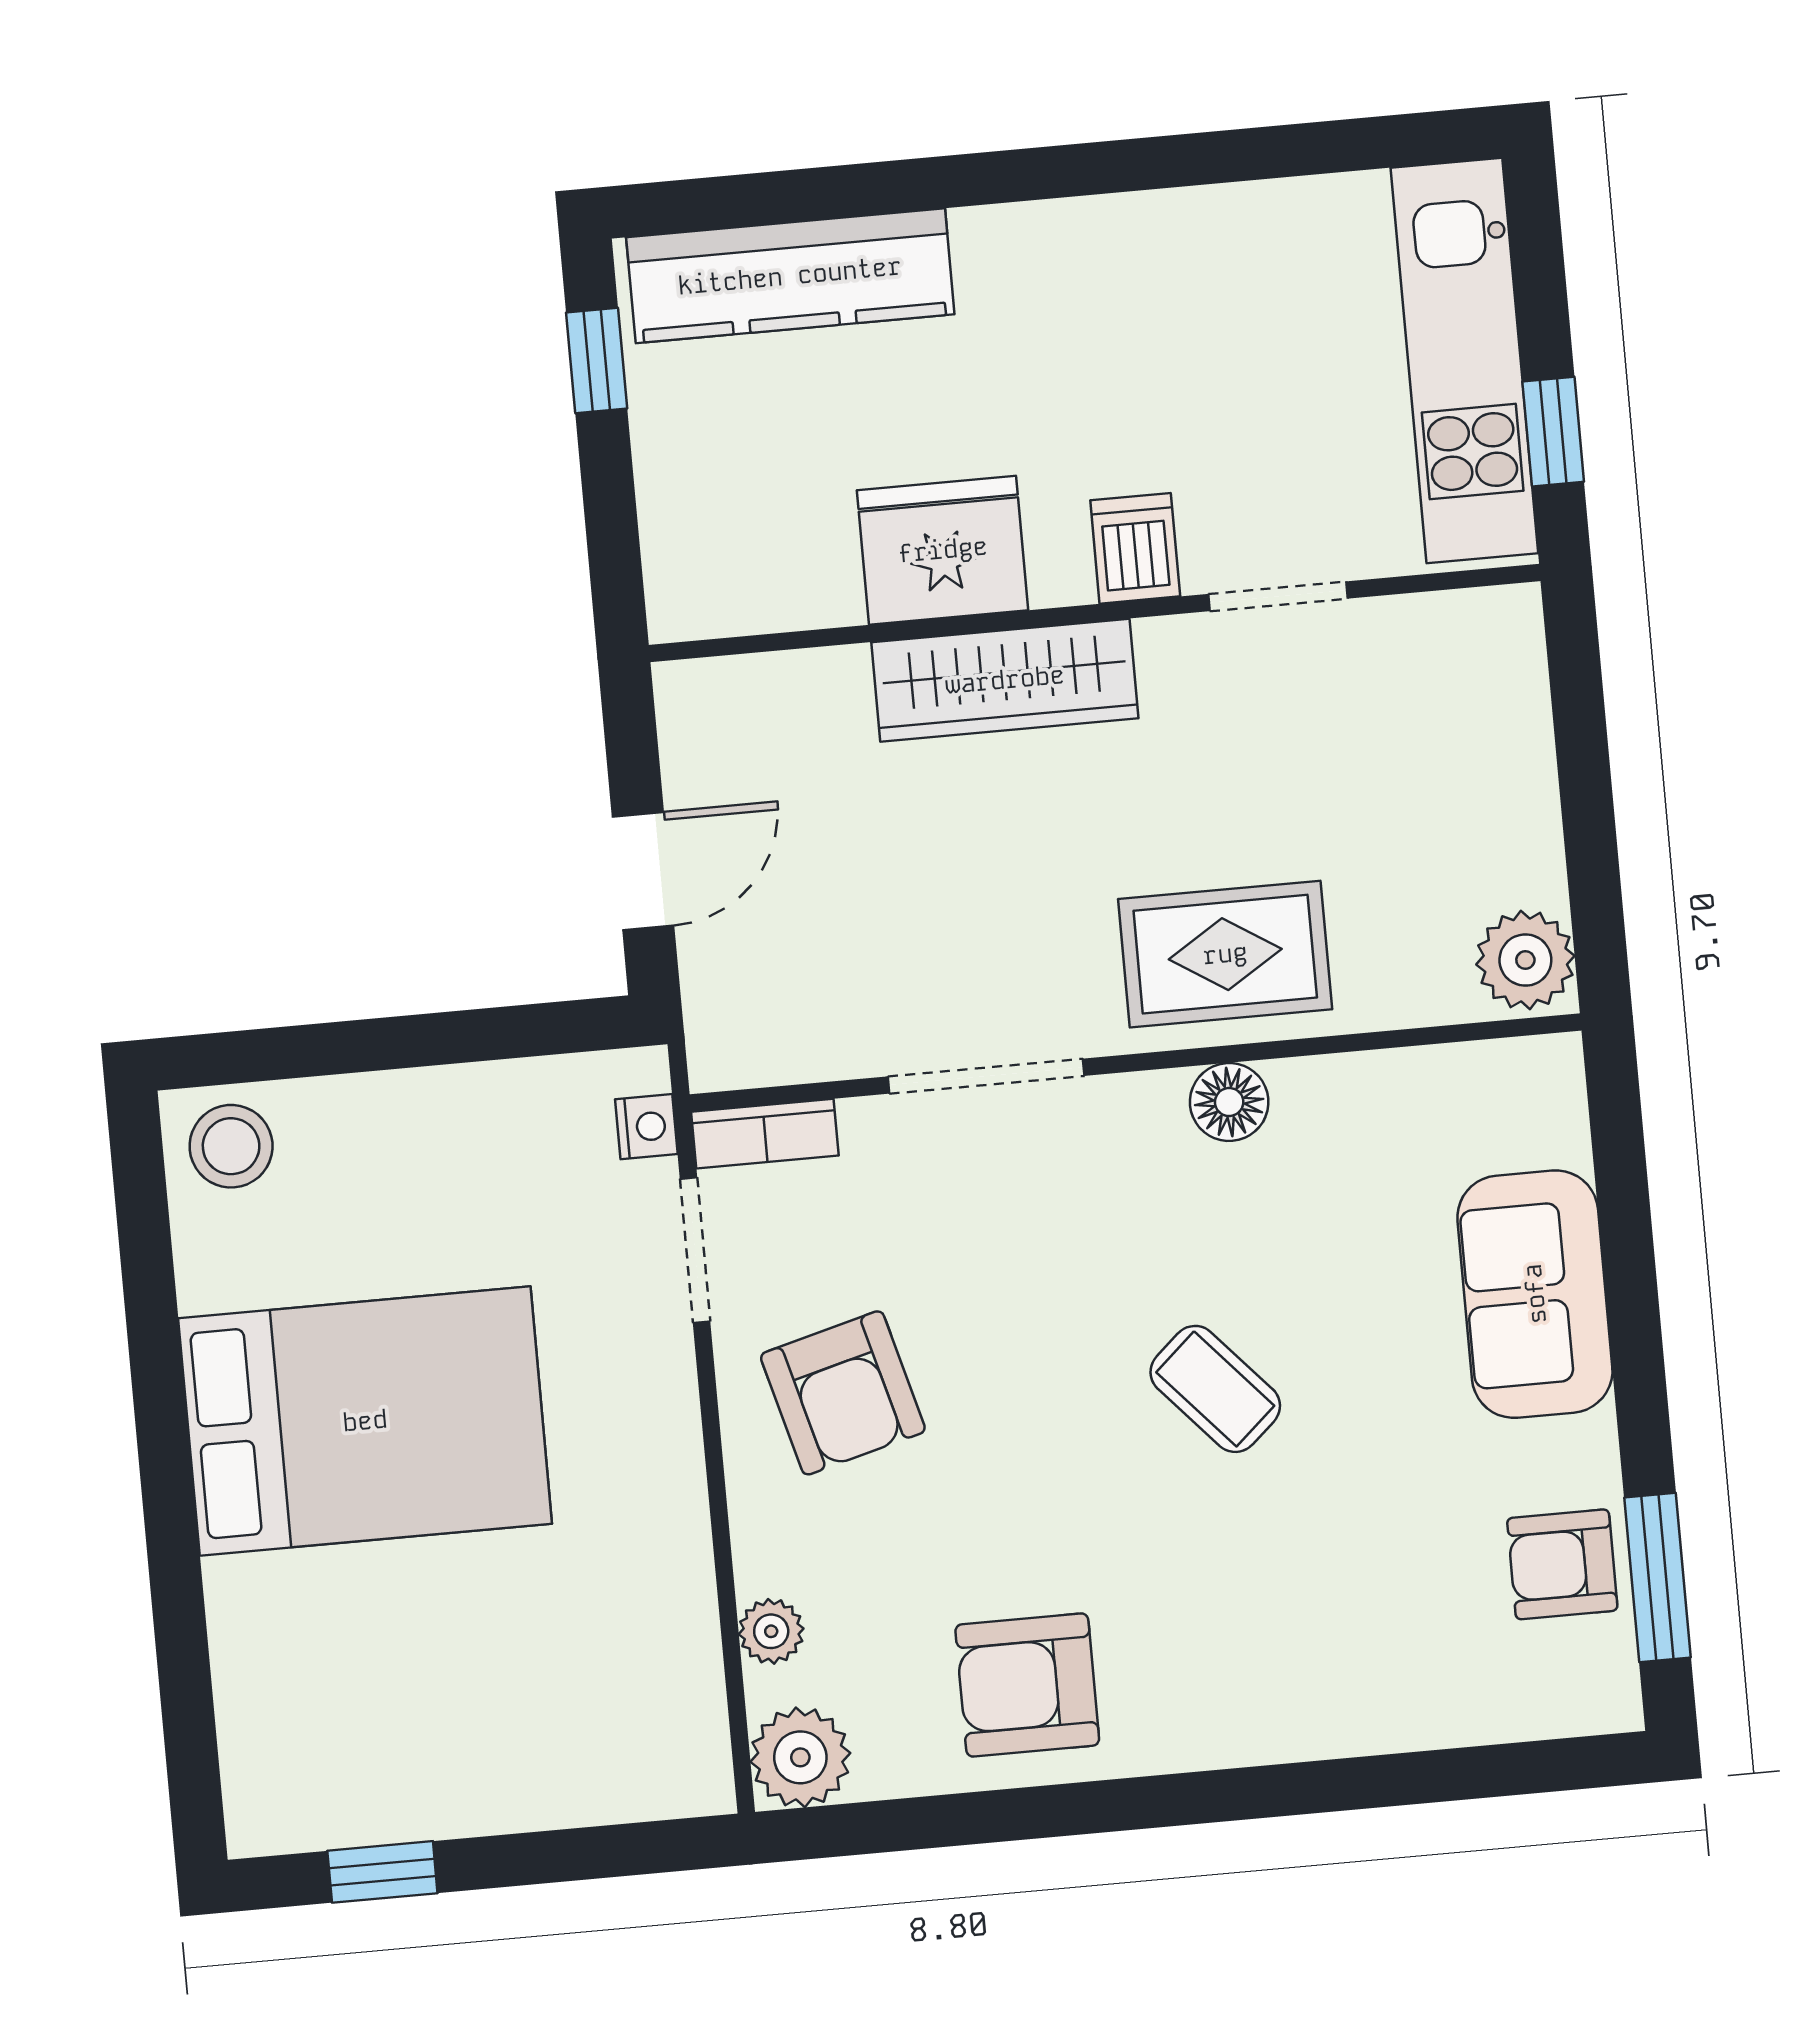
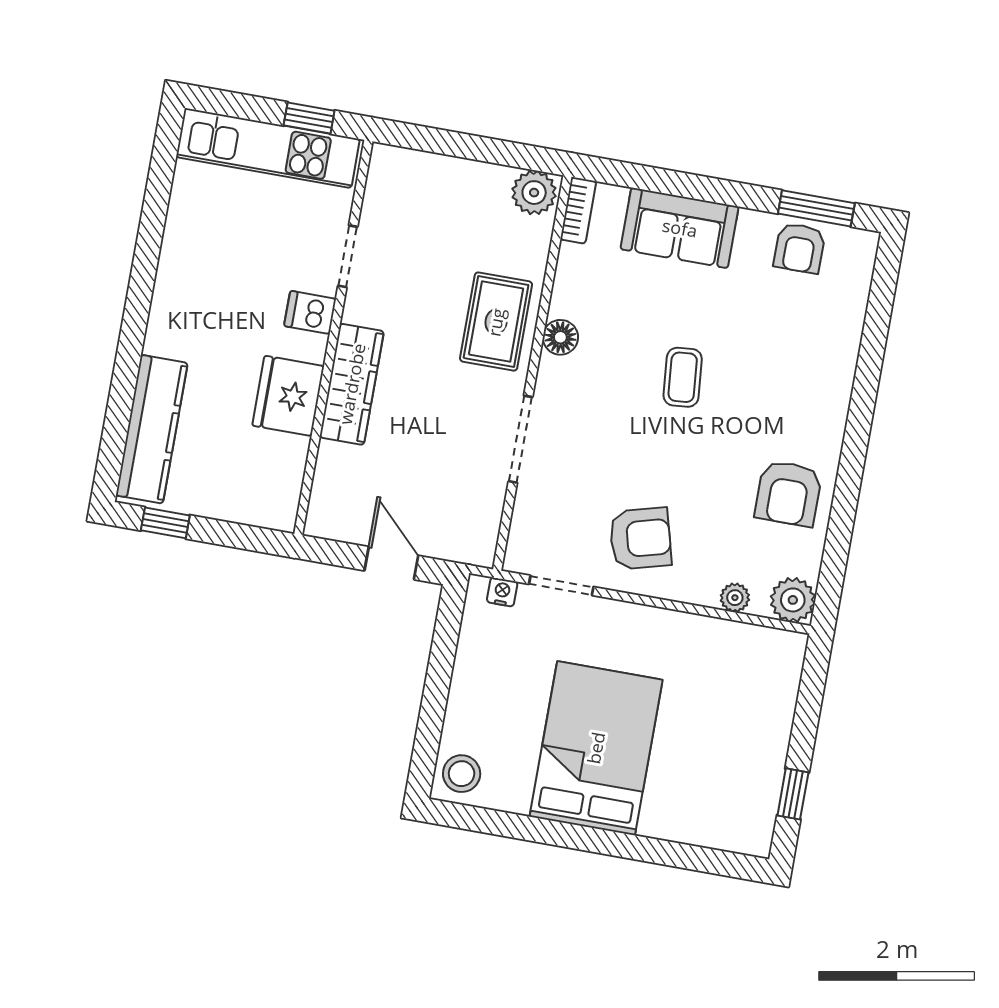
bookcase: (765, 1134) -> (578, 210), moved
coffee table: (1215, 1389) -> (683, 377), turned -53

